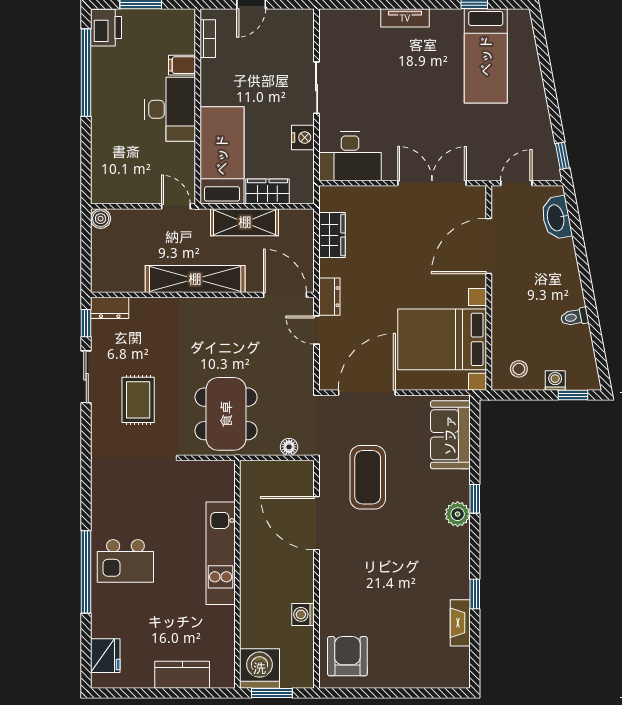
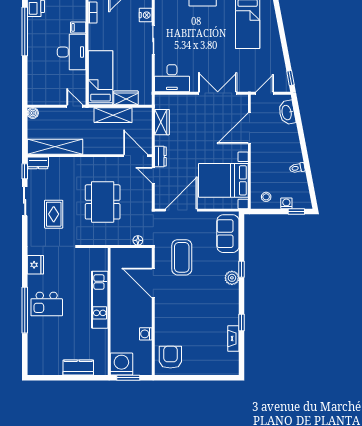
nightstand: (303, 137) -> (146, 15), moved
shelving: (195, 279) -> (55, 147), moved
dining table: (226, 414) -> (103, 202), moved
fridge: (105, 656) -> (35, 265), moved

